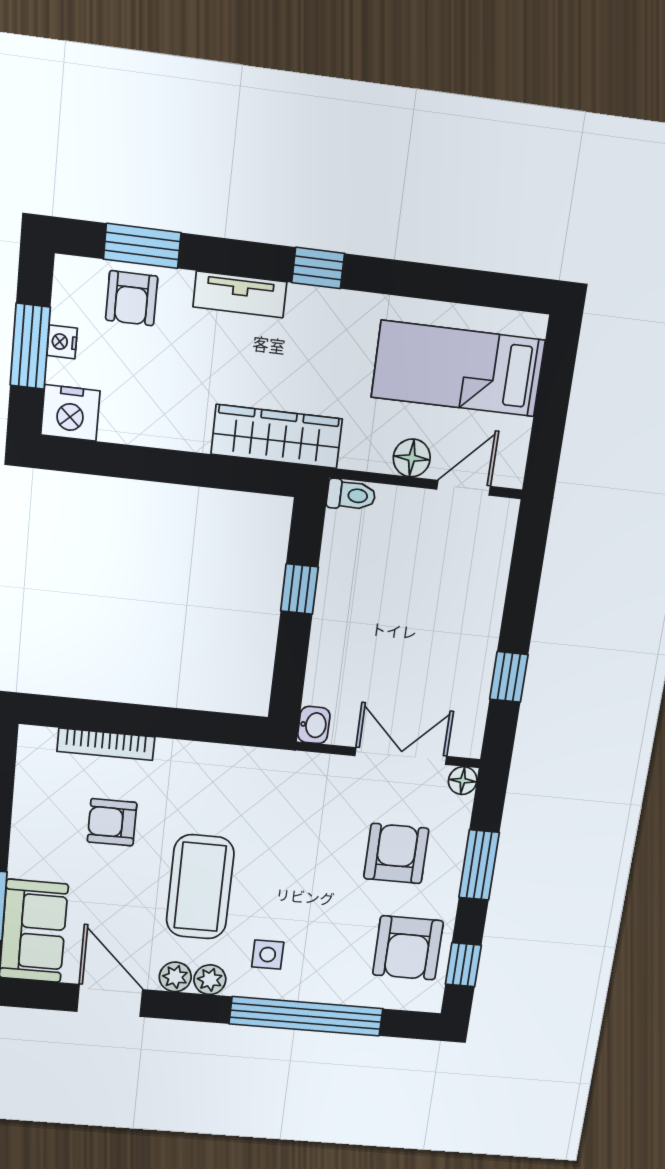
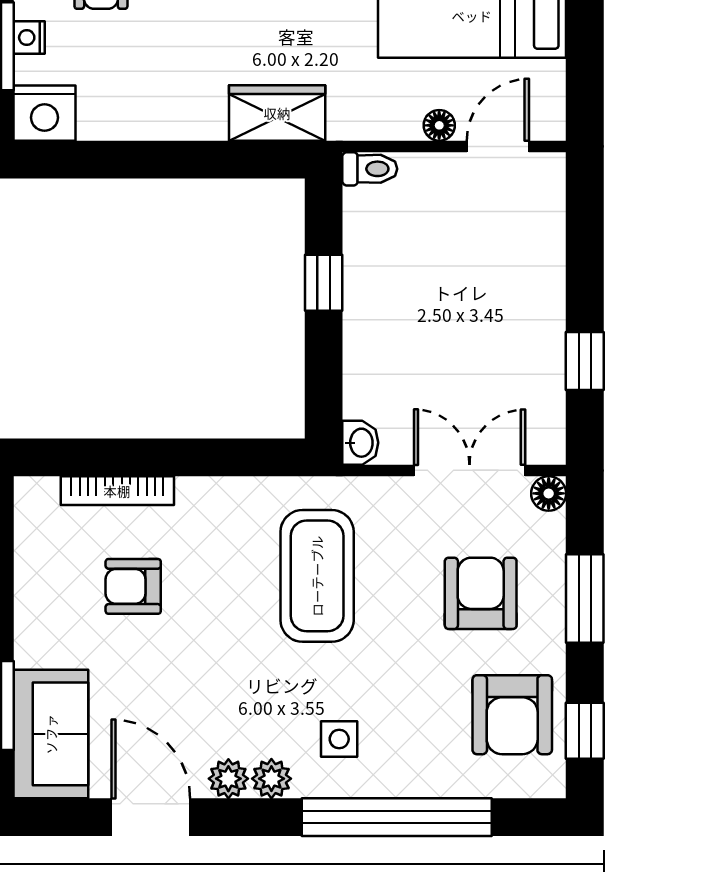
wardrobe: (277, 437) -> (277, 113), width x0.67
floor lamp: (412, 458) -> (439, 125), width x0.73, depth x0.73
coffee table: (200, 887) -> (317, 576), moved

